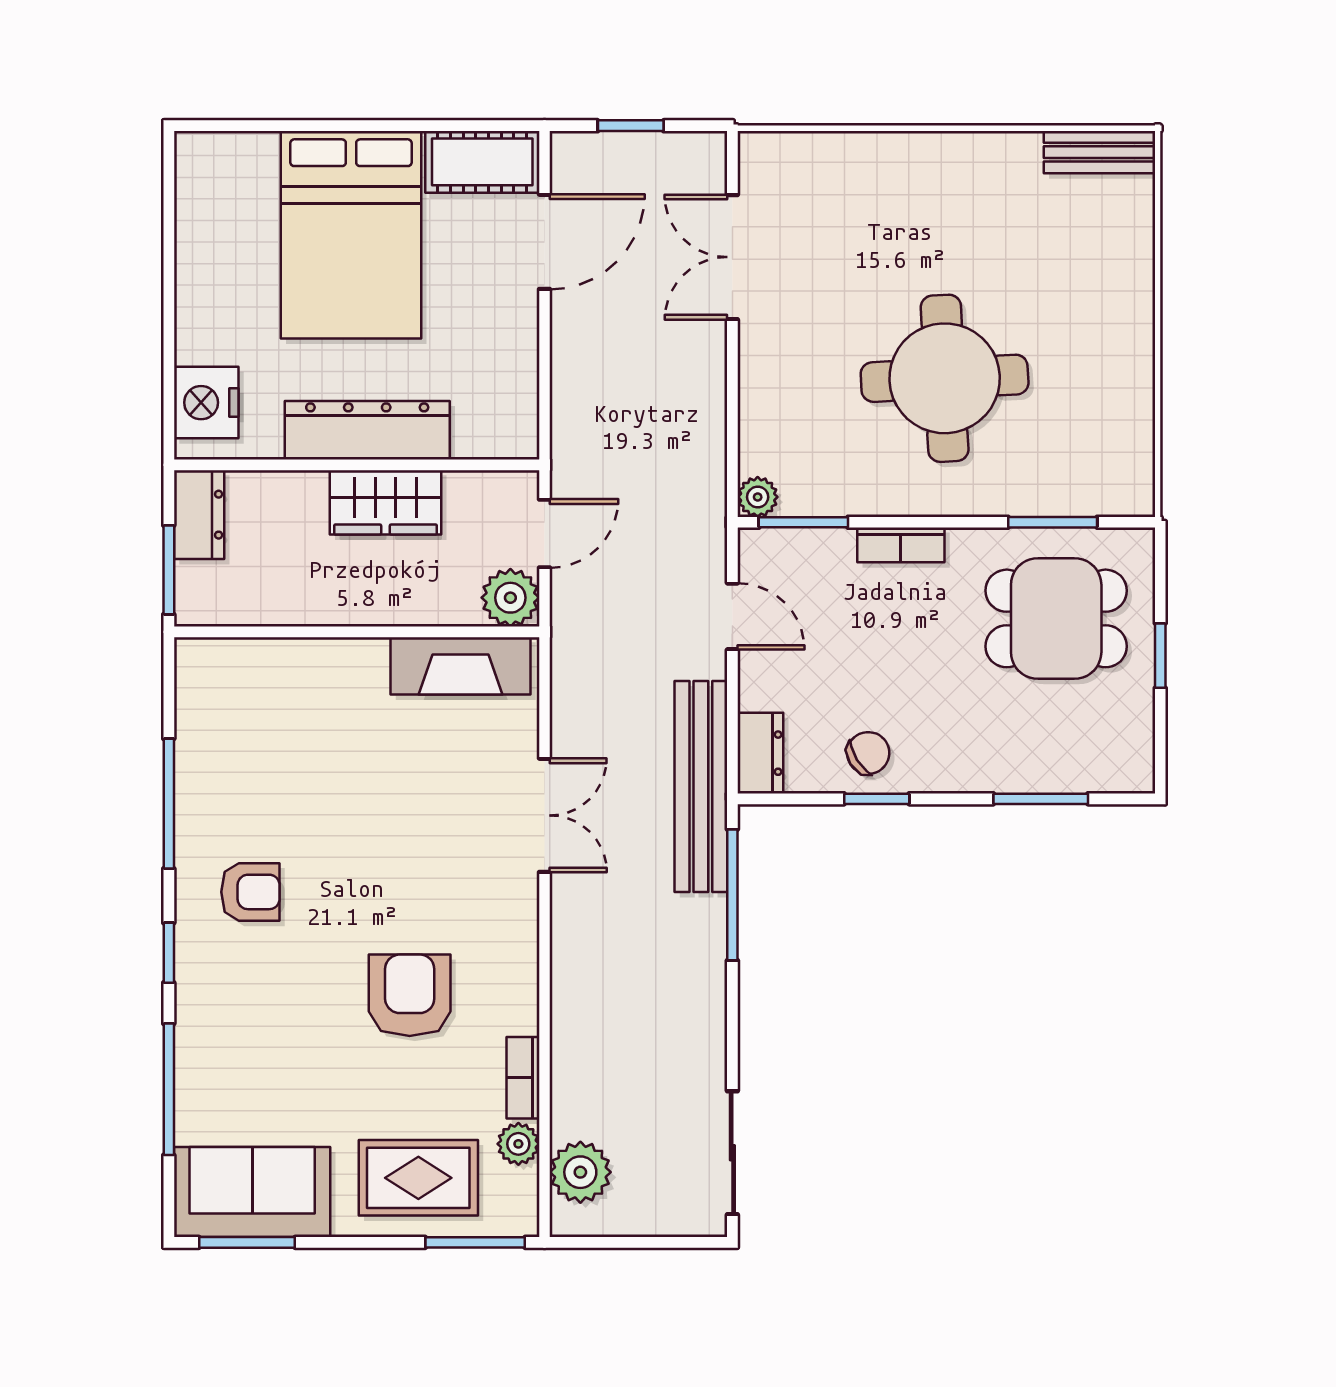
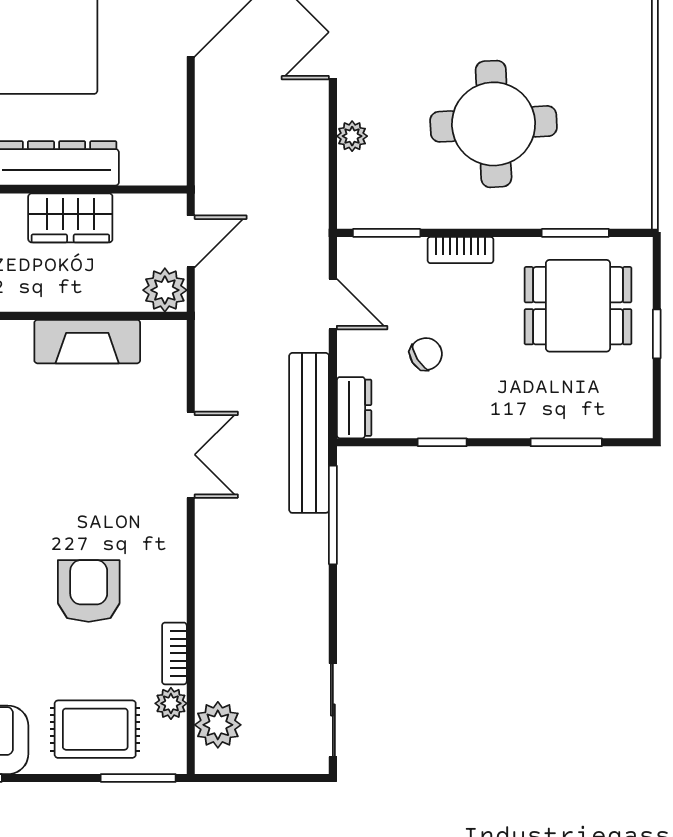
plant: (758, 497) -> (352, 136), moved
fireplace: (461, 666) -> (87, 342), moved
chair: (868, 753) -> (426, 354), moved

